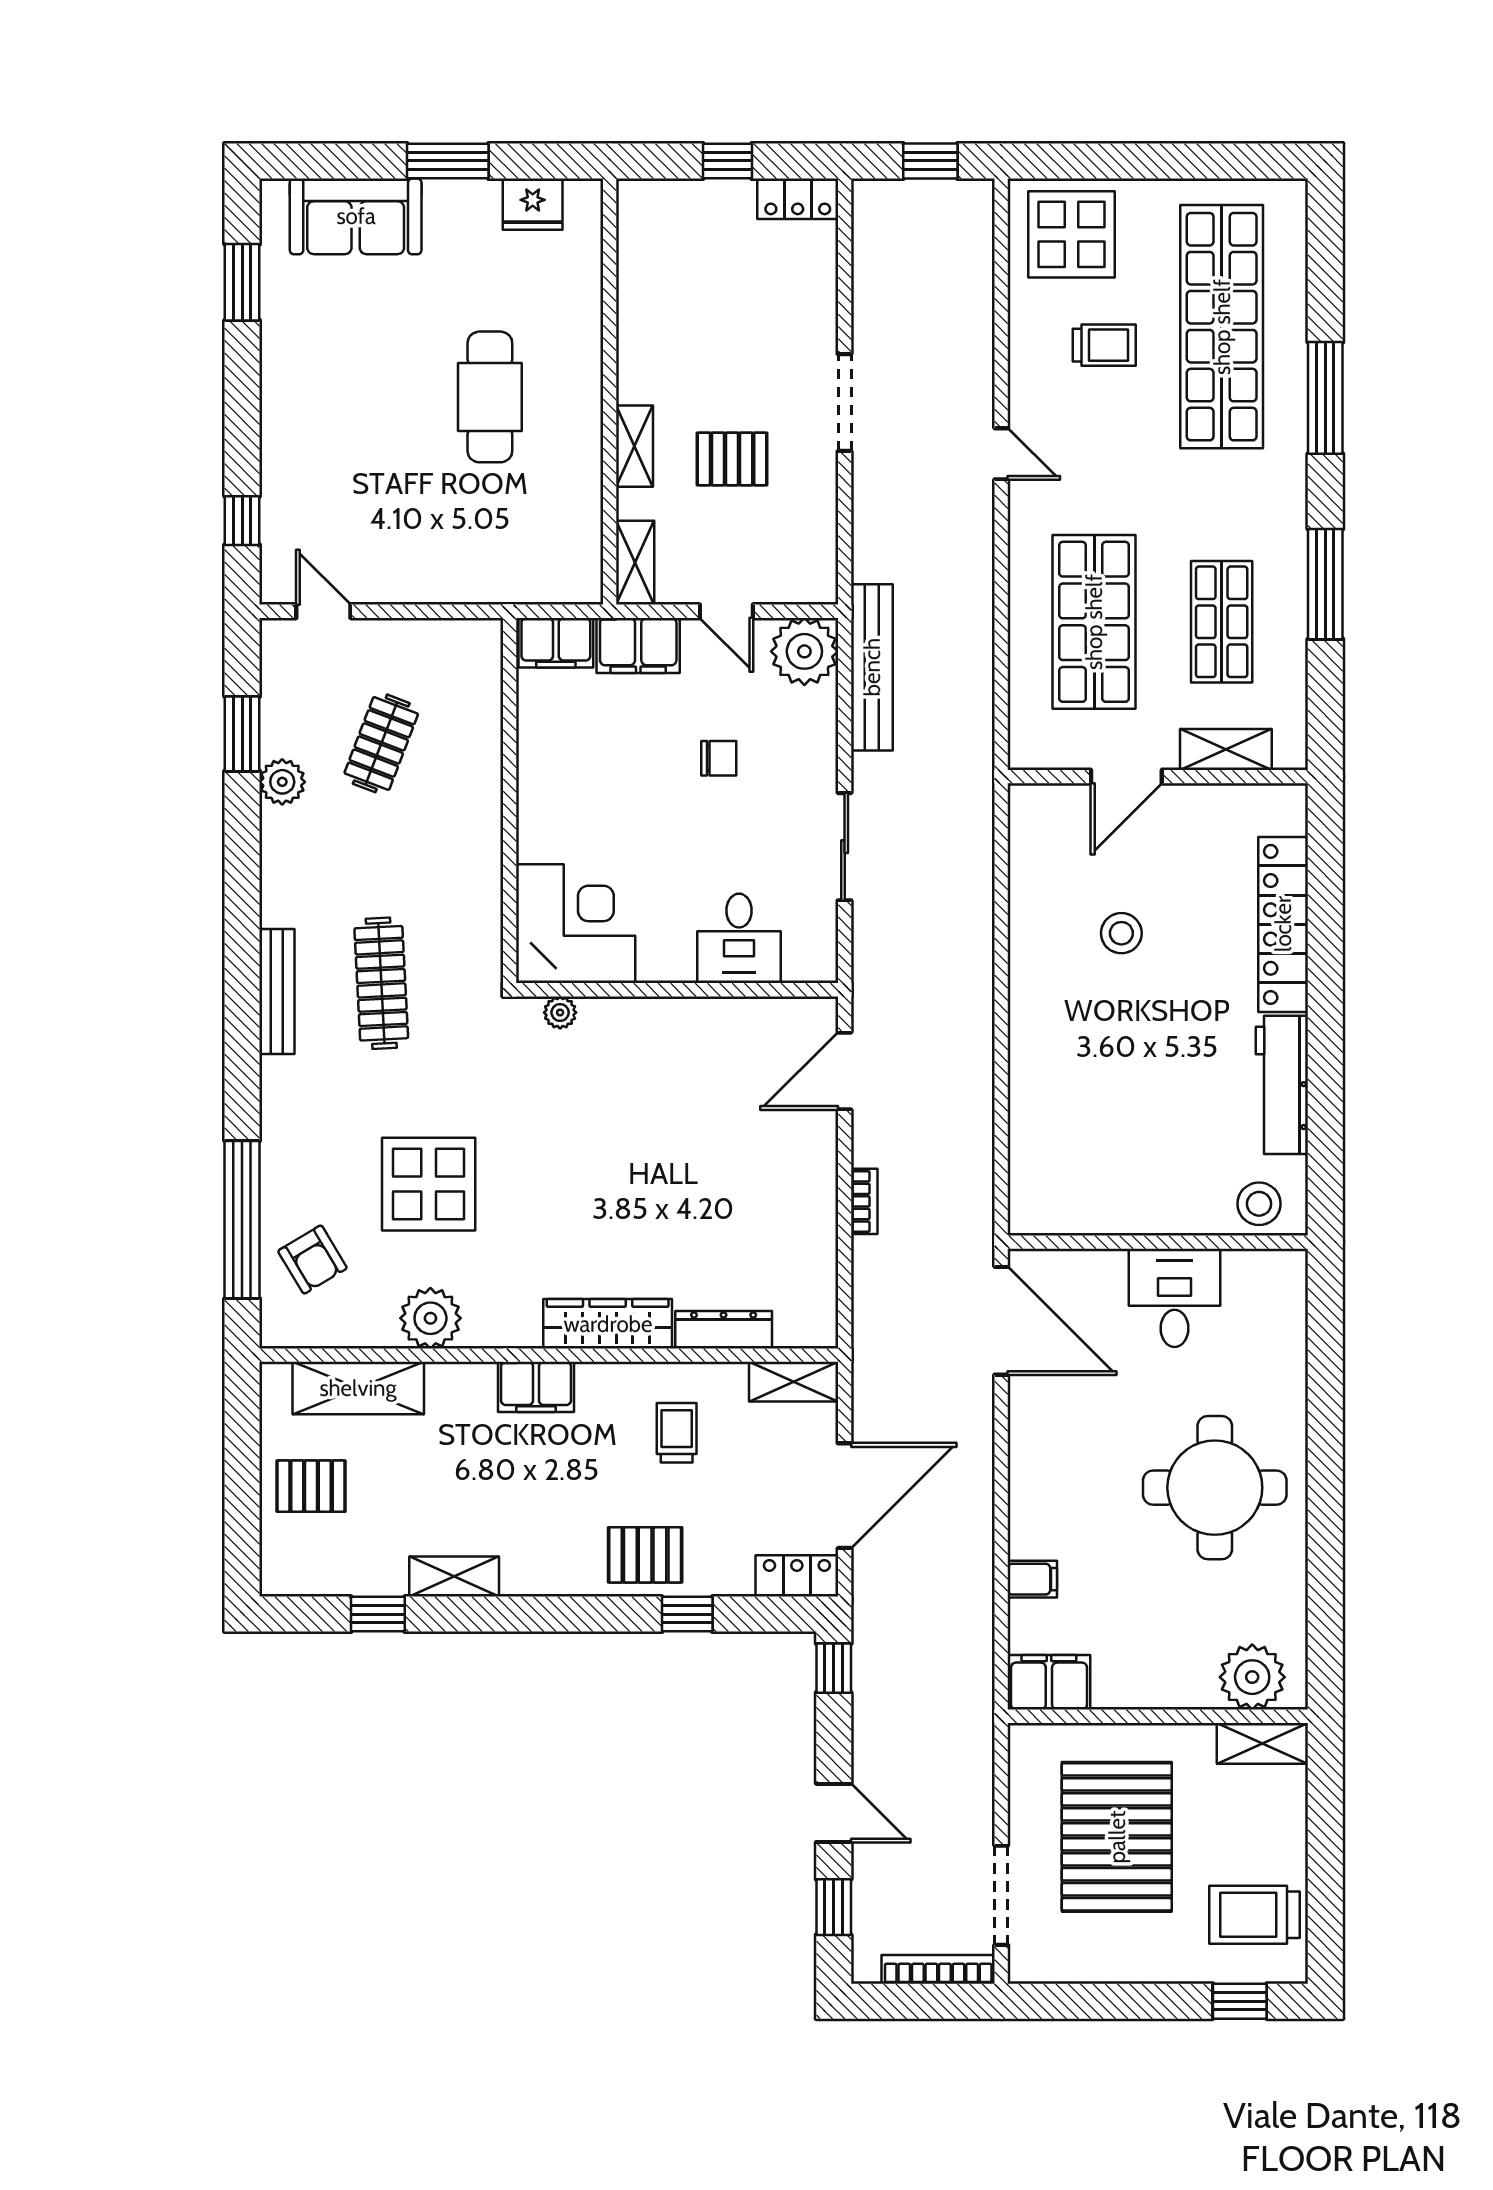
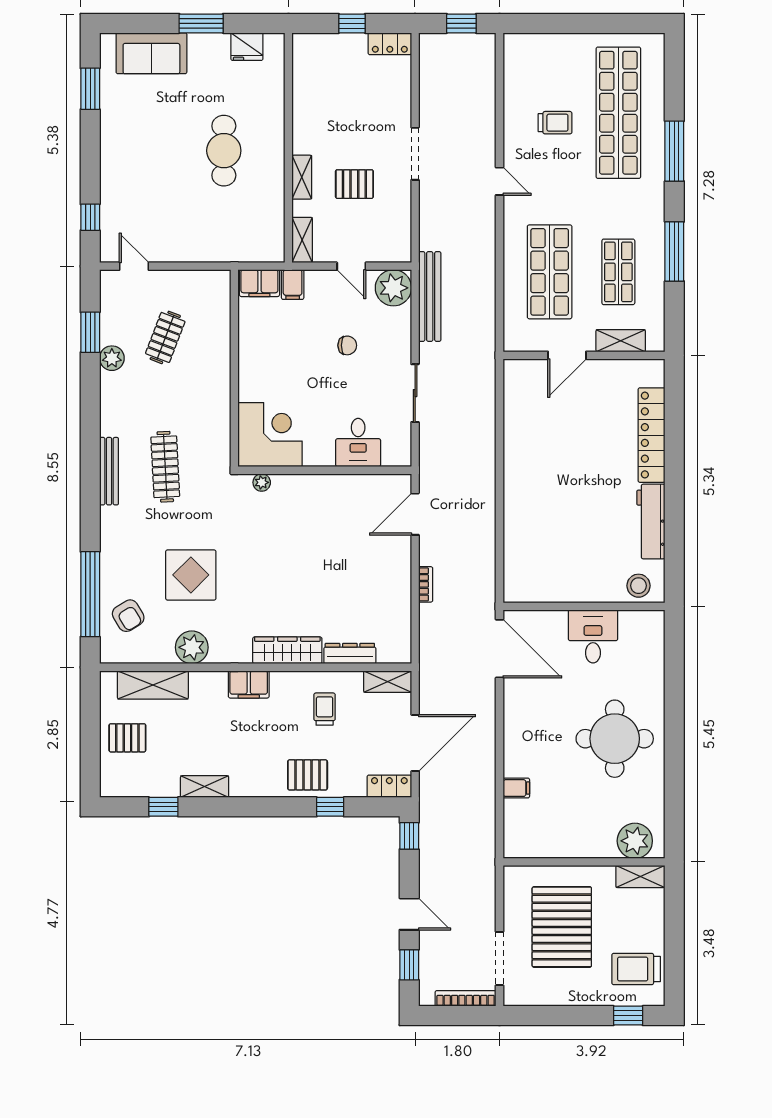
display table: (1071, 234) -> (537, 63), removed
filing cabinet: (638, 645) -> (293, 285), width x0.50
stool: (1121, 933) -> (564, 440), removed
filing cabinet: (1049, 1682) -> (525, 844), removed

